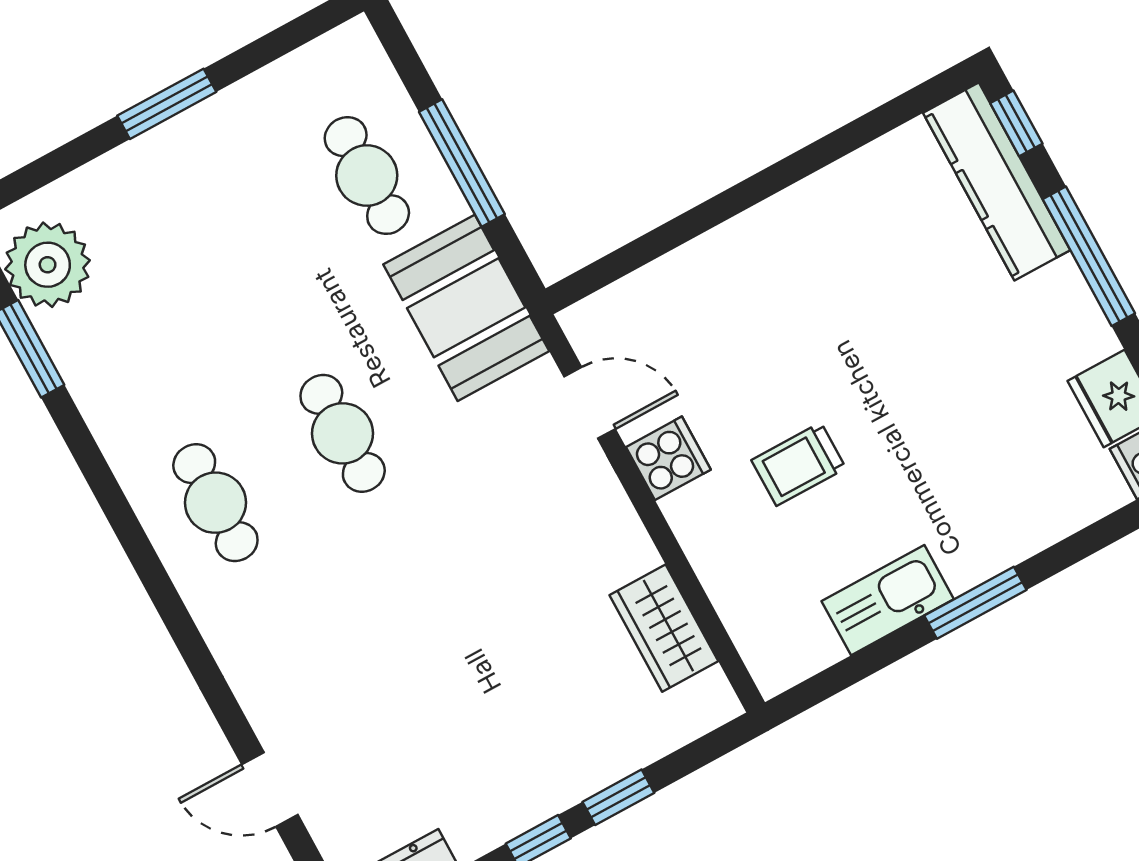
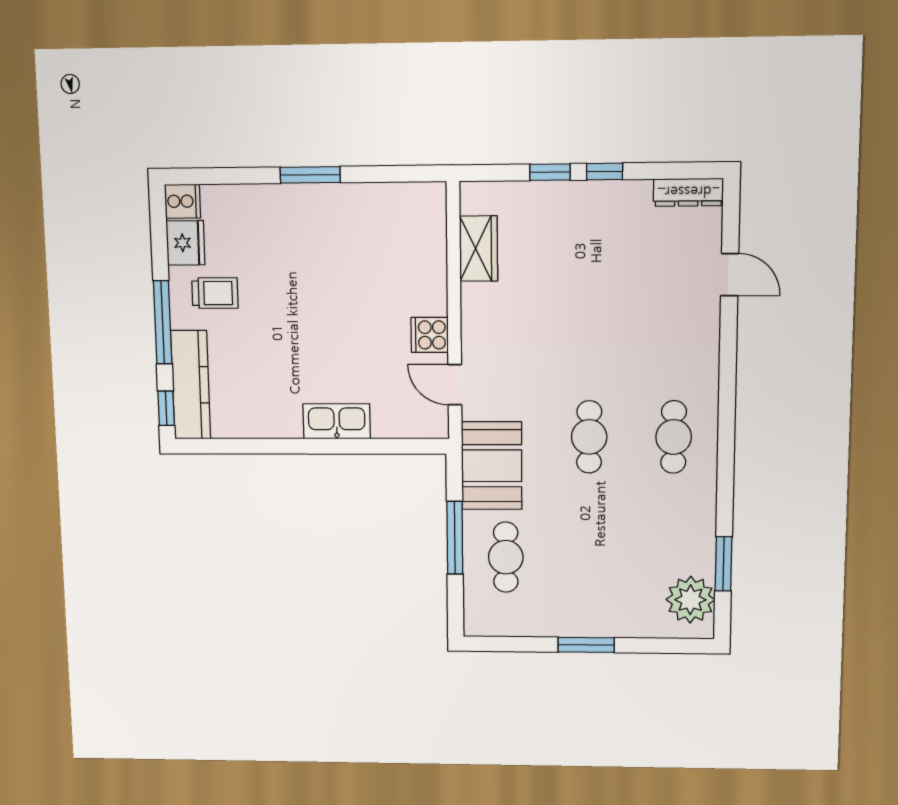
trolley: (799, 464) -> (215, 293), moved
kitchen sink: (888, 600) -> (337, 421), moved, turned 180

